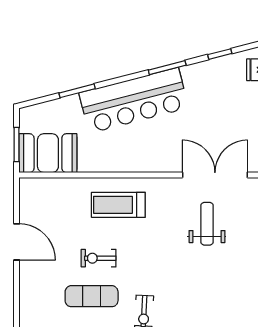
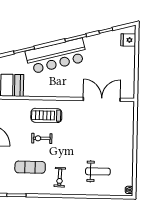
weight bench: (207, 224) -> (98, 171), moved, turned 90
exercise bike: (99, 258) -> (42, 138), moved

